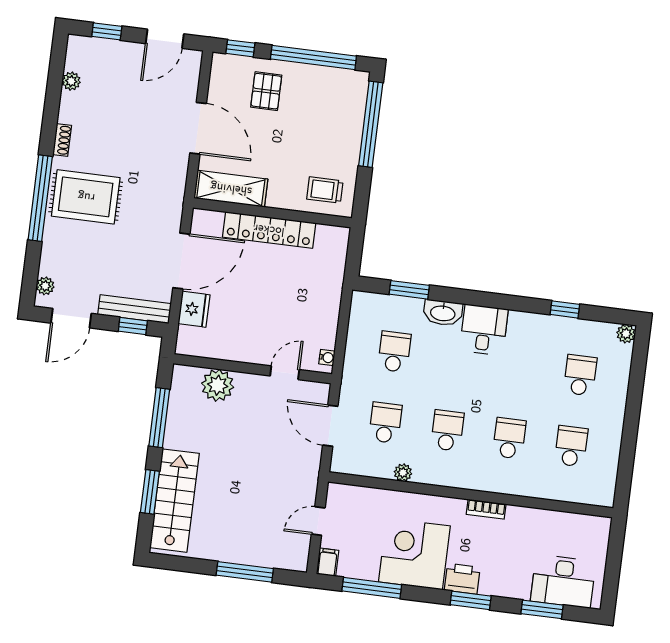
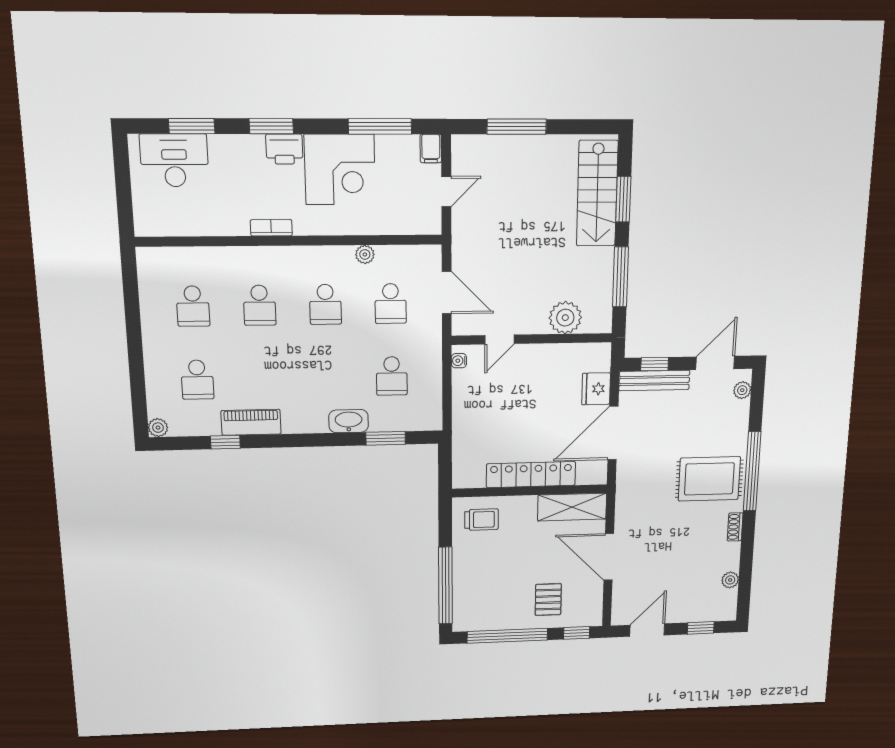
piano: (537, 326) -> (251, 422), added
desk: (484, 330) -> (304, 410), removed

